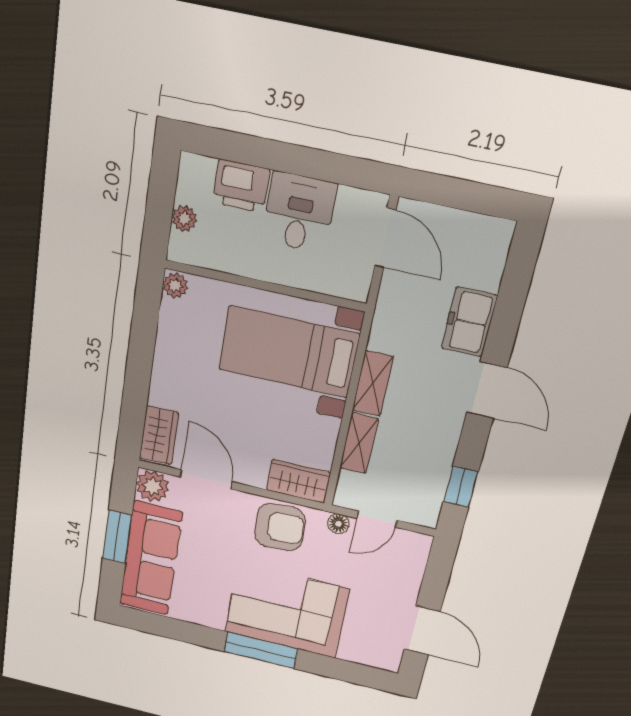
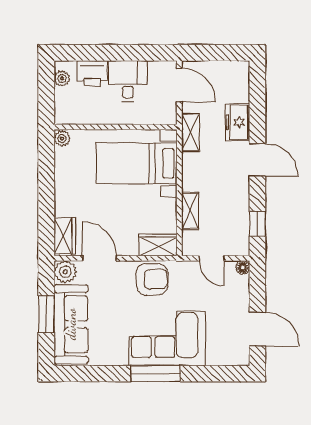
plant: (184, 219) -> (62, 78), moved
shelving: (373, 384) -> (190, 132), moved
door: (377, 519) -> (212, 258), hinge flipped
floor lamp: (338, 524) -> (243, 267), moved

